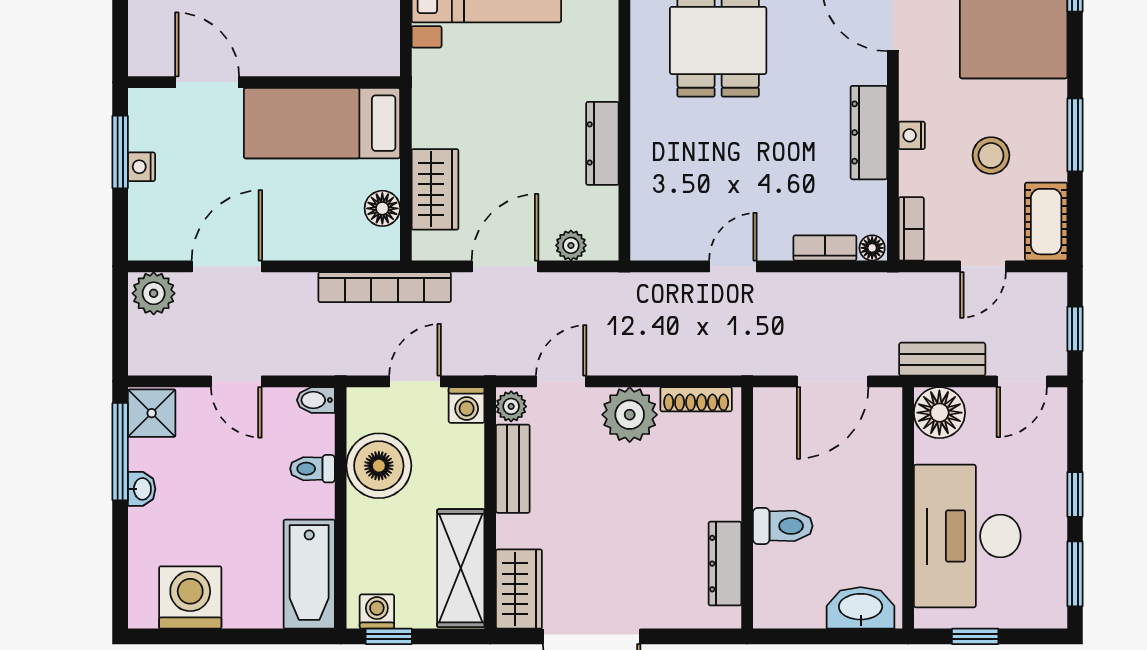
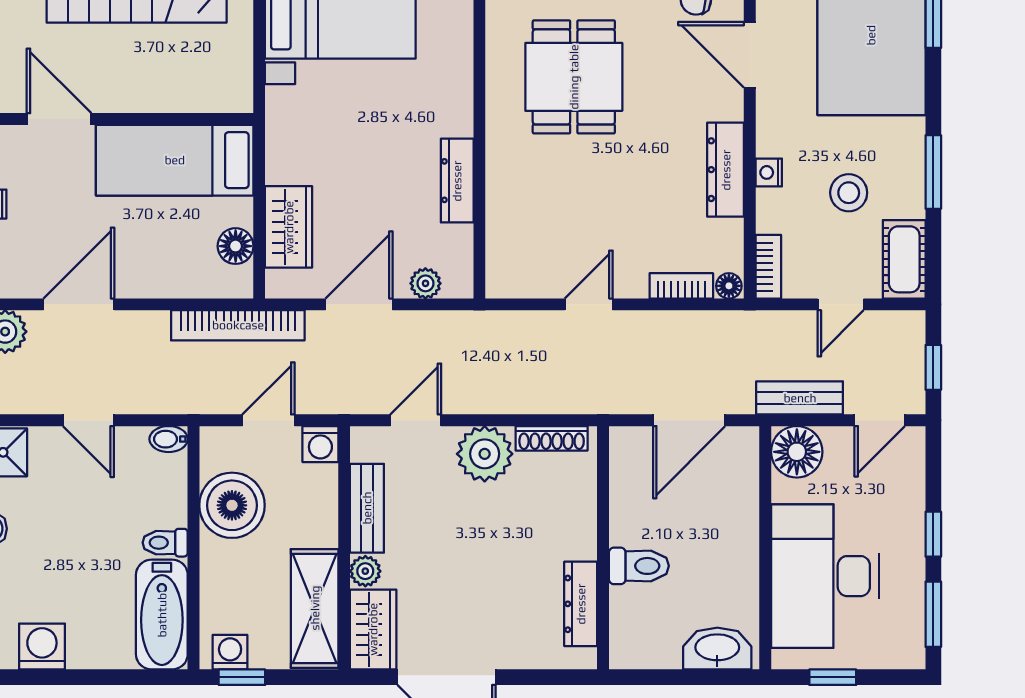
plant: (511, 406) -> (365, 571), moved
toilet: (312, 469) -> (165, 543), moved
washing machine: (190, 597) -> (42, 647), width x0.73, depth x0.73

